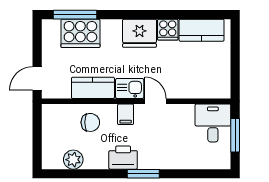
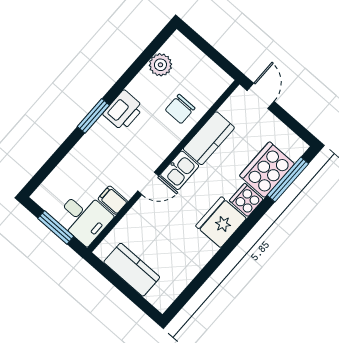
cooker: (168, 30) -> (246, 200), moved
kitchen counter: (202, 30) -> (132, 270), moved, turned 90
filing cabinet: (126, 114) -> (113, 200), moved

